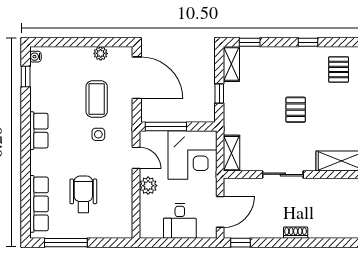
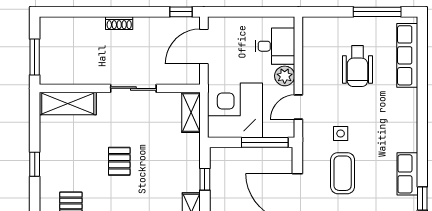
row of seats: (39, 131) -> (407, 174), moved
door: (136, 158) -> (298, 107), hinge flipped
desk: (180, 221) -> (275, 46), moved, turned 90

